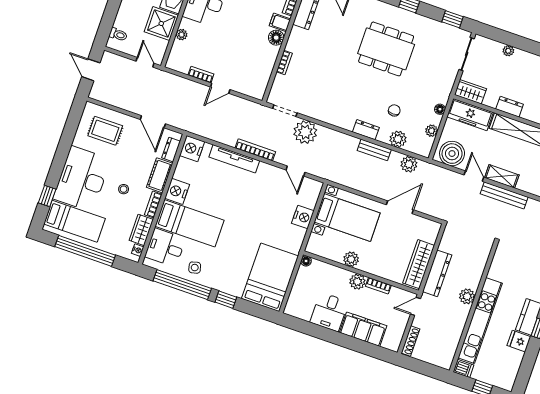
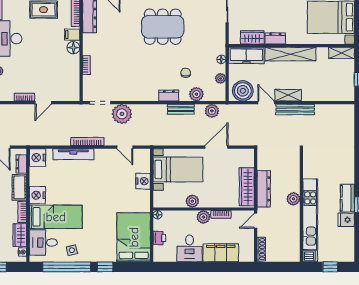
wardrobe: (470, 92) -> (252, 37), moved
printer: (299, 288) -> (159, 238), added

